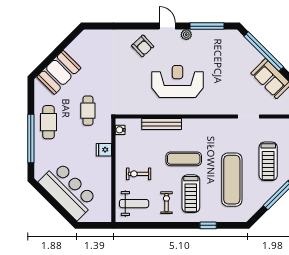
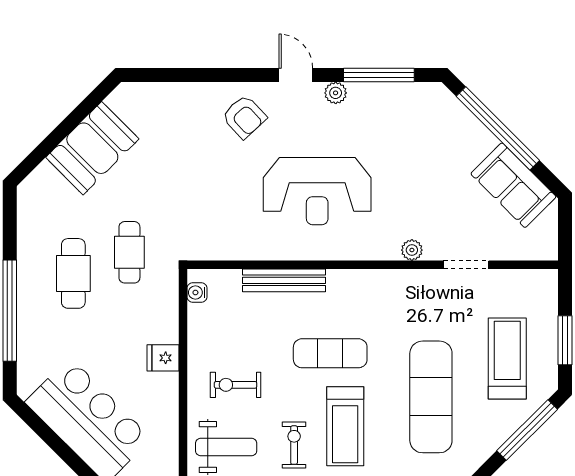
booth: (59, 72) -> (92, 148), moved
reception desk: (177, 81) -> (317, 191), turned 180
plant: (223, 110) -> (412, 250), added
cafe table: (49, 122) -> (73, 273), moved
fridge: (104, 150) -> (163, 358), moved
treadmill: (268, 161) -> (507, 359), turned 180

